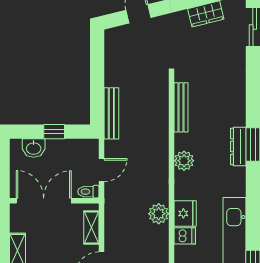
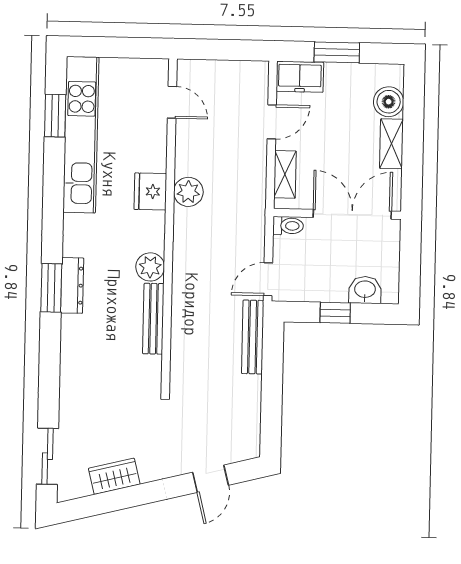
bench: (181, 107) -> (153, 319), moved
door: (101, 170) -> (268, 279), moved
double door: (44, 201) -> (352, 214), swing flipped
dishwasher: (185, 236) -> (152, 159), removed

